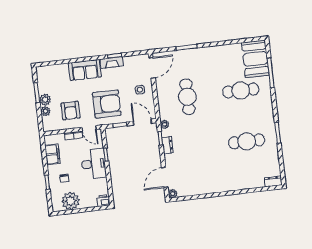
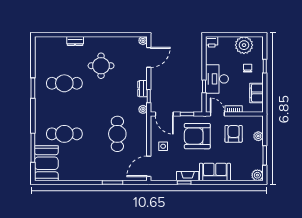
plant: (45, 100) -> (257, 175), moved
round table: (212, 163) -> (101, 66), added
dresser: (273, 181) -> (75, 41), moved

